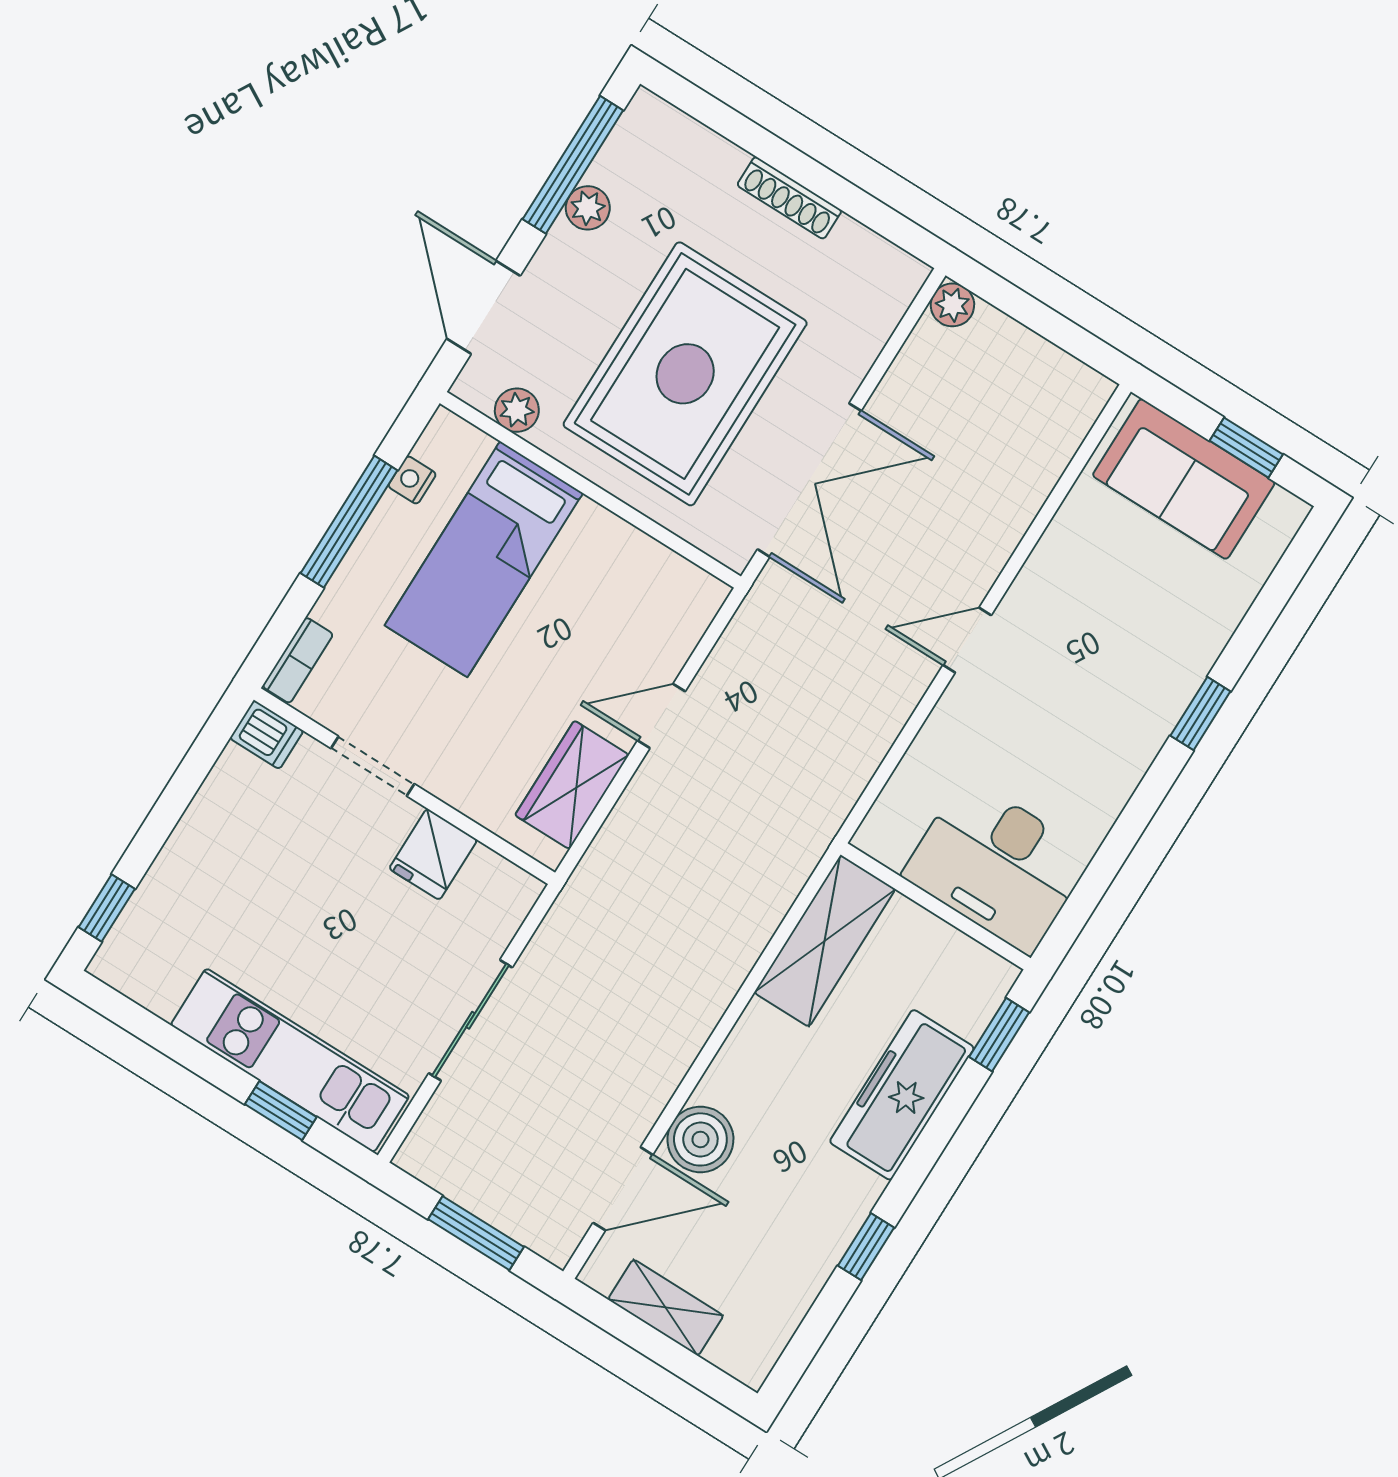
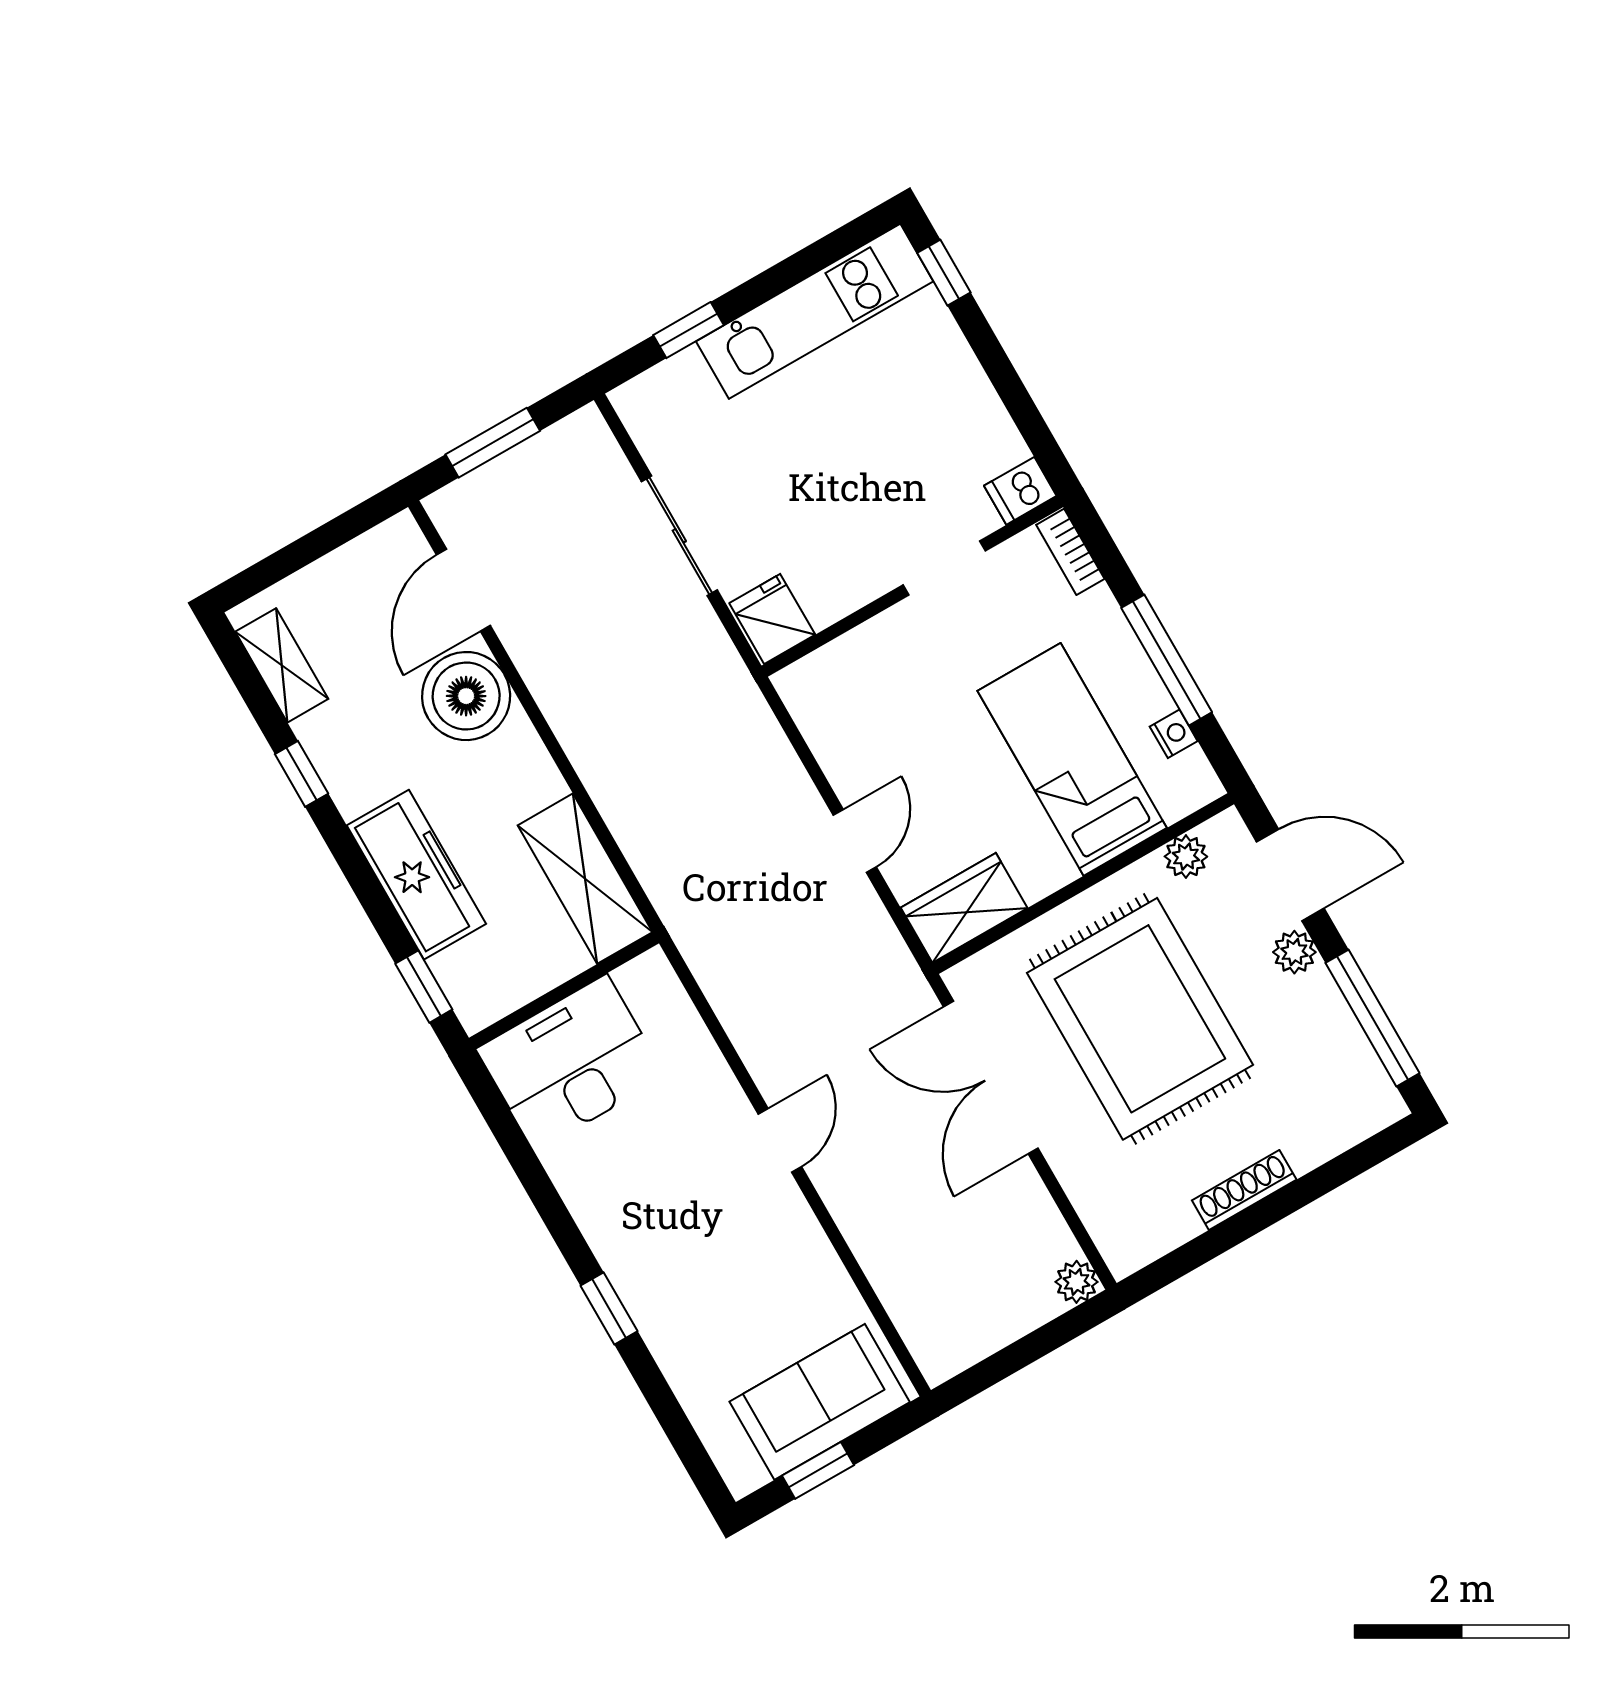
plant: (588, 208) -> (1294, 952), moved
wardrobe: (572, 785) -> (964, 908), moved, turned -90
fridge: (433, 854) -> (772, 619), moved
kitchen unit: (290, 1060) -> (815, 311), moved
boiler: (700, 1139) -> (466, 696), width x1.37, depth x1.37
shelving: (666, 1308) -> (282, 665), moved, turned 90

